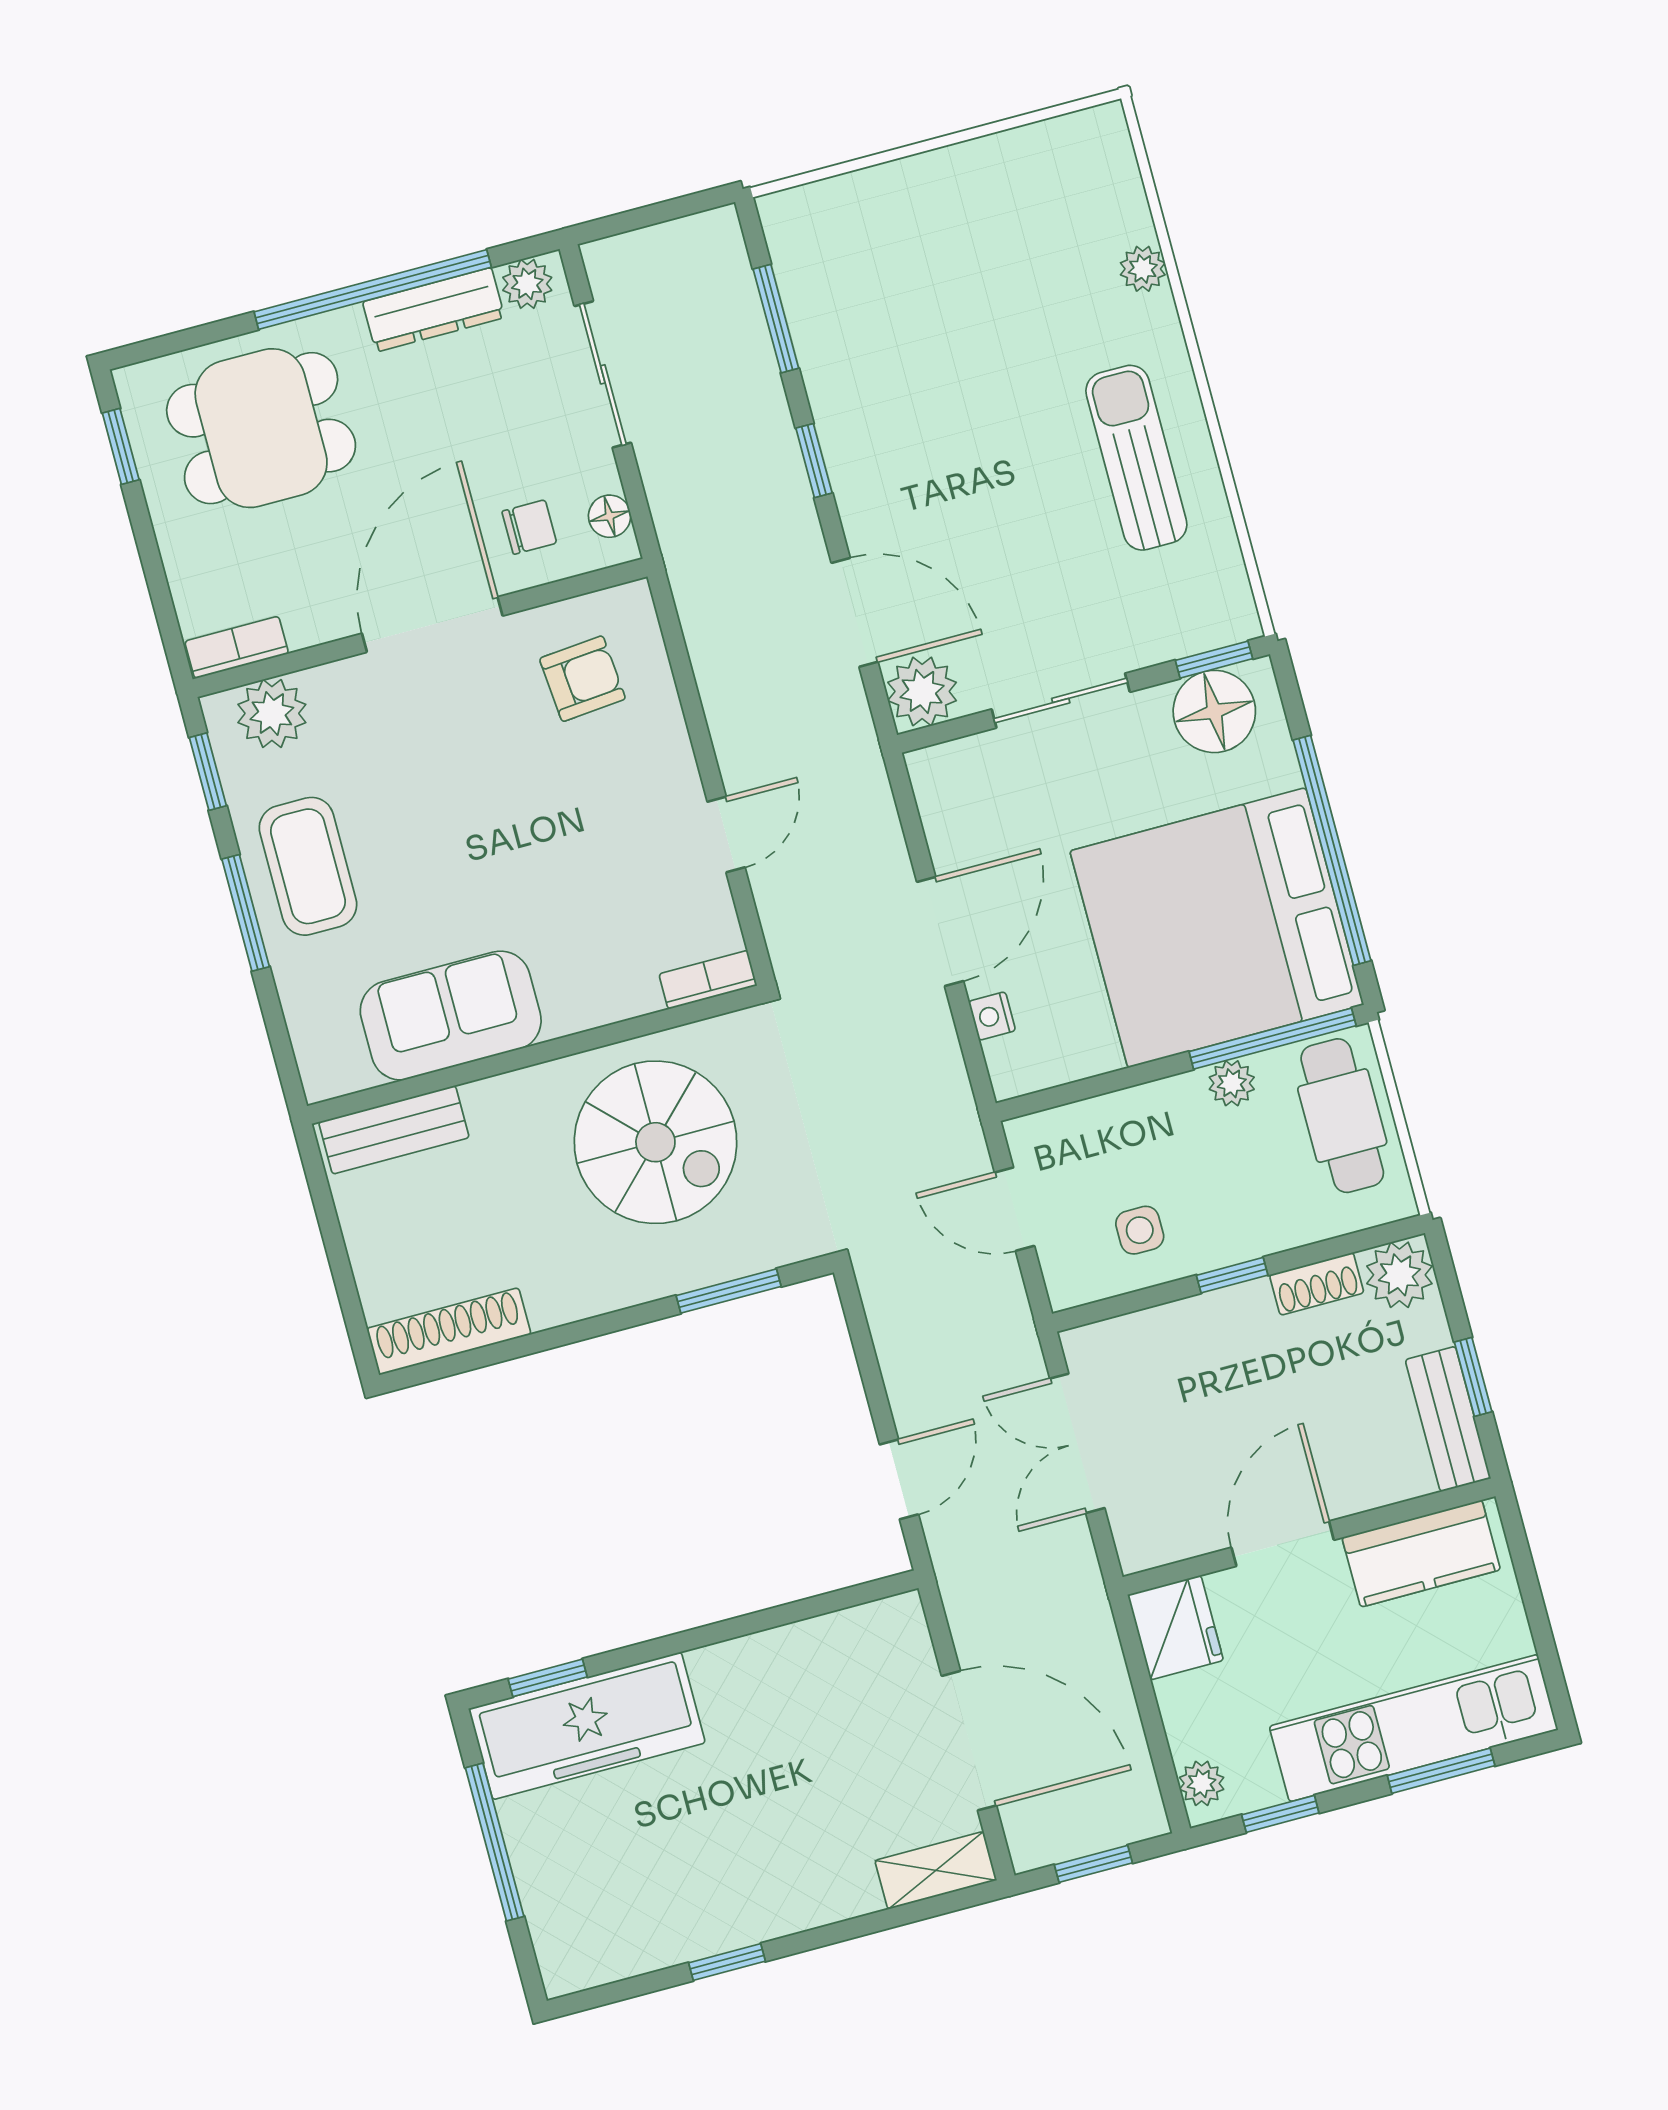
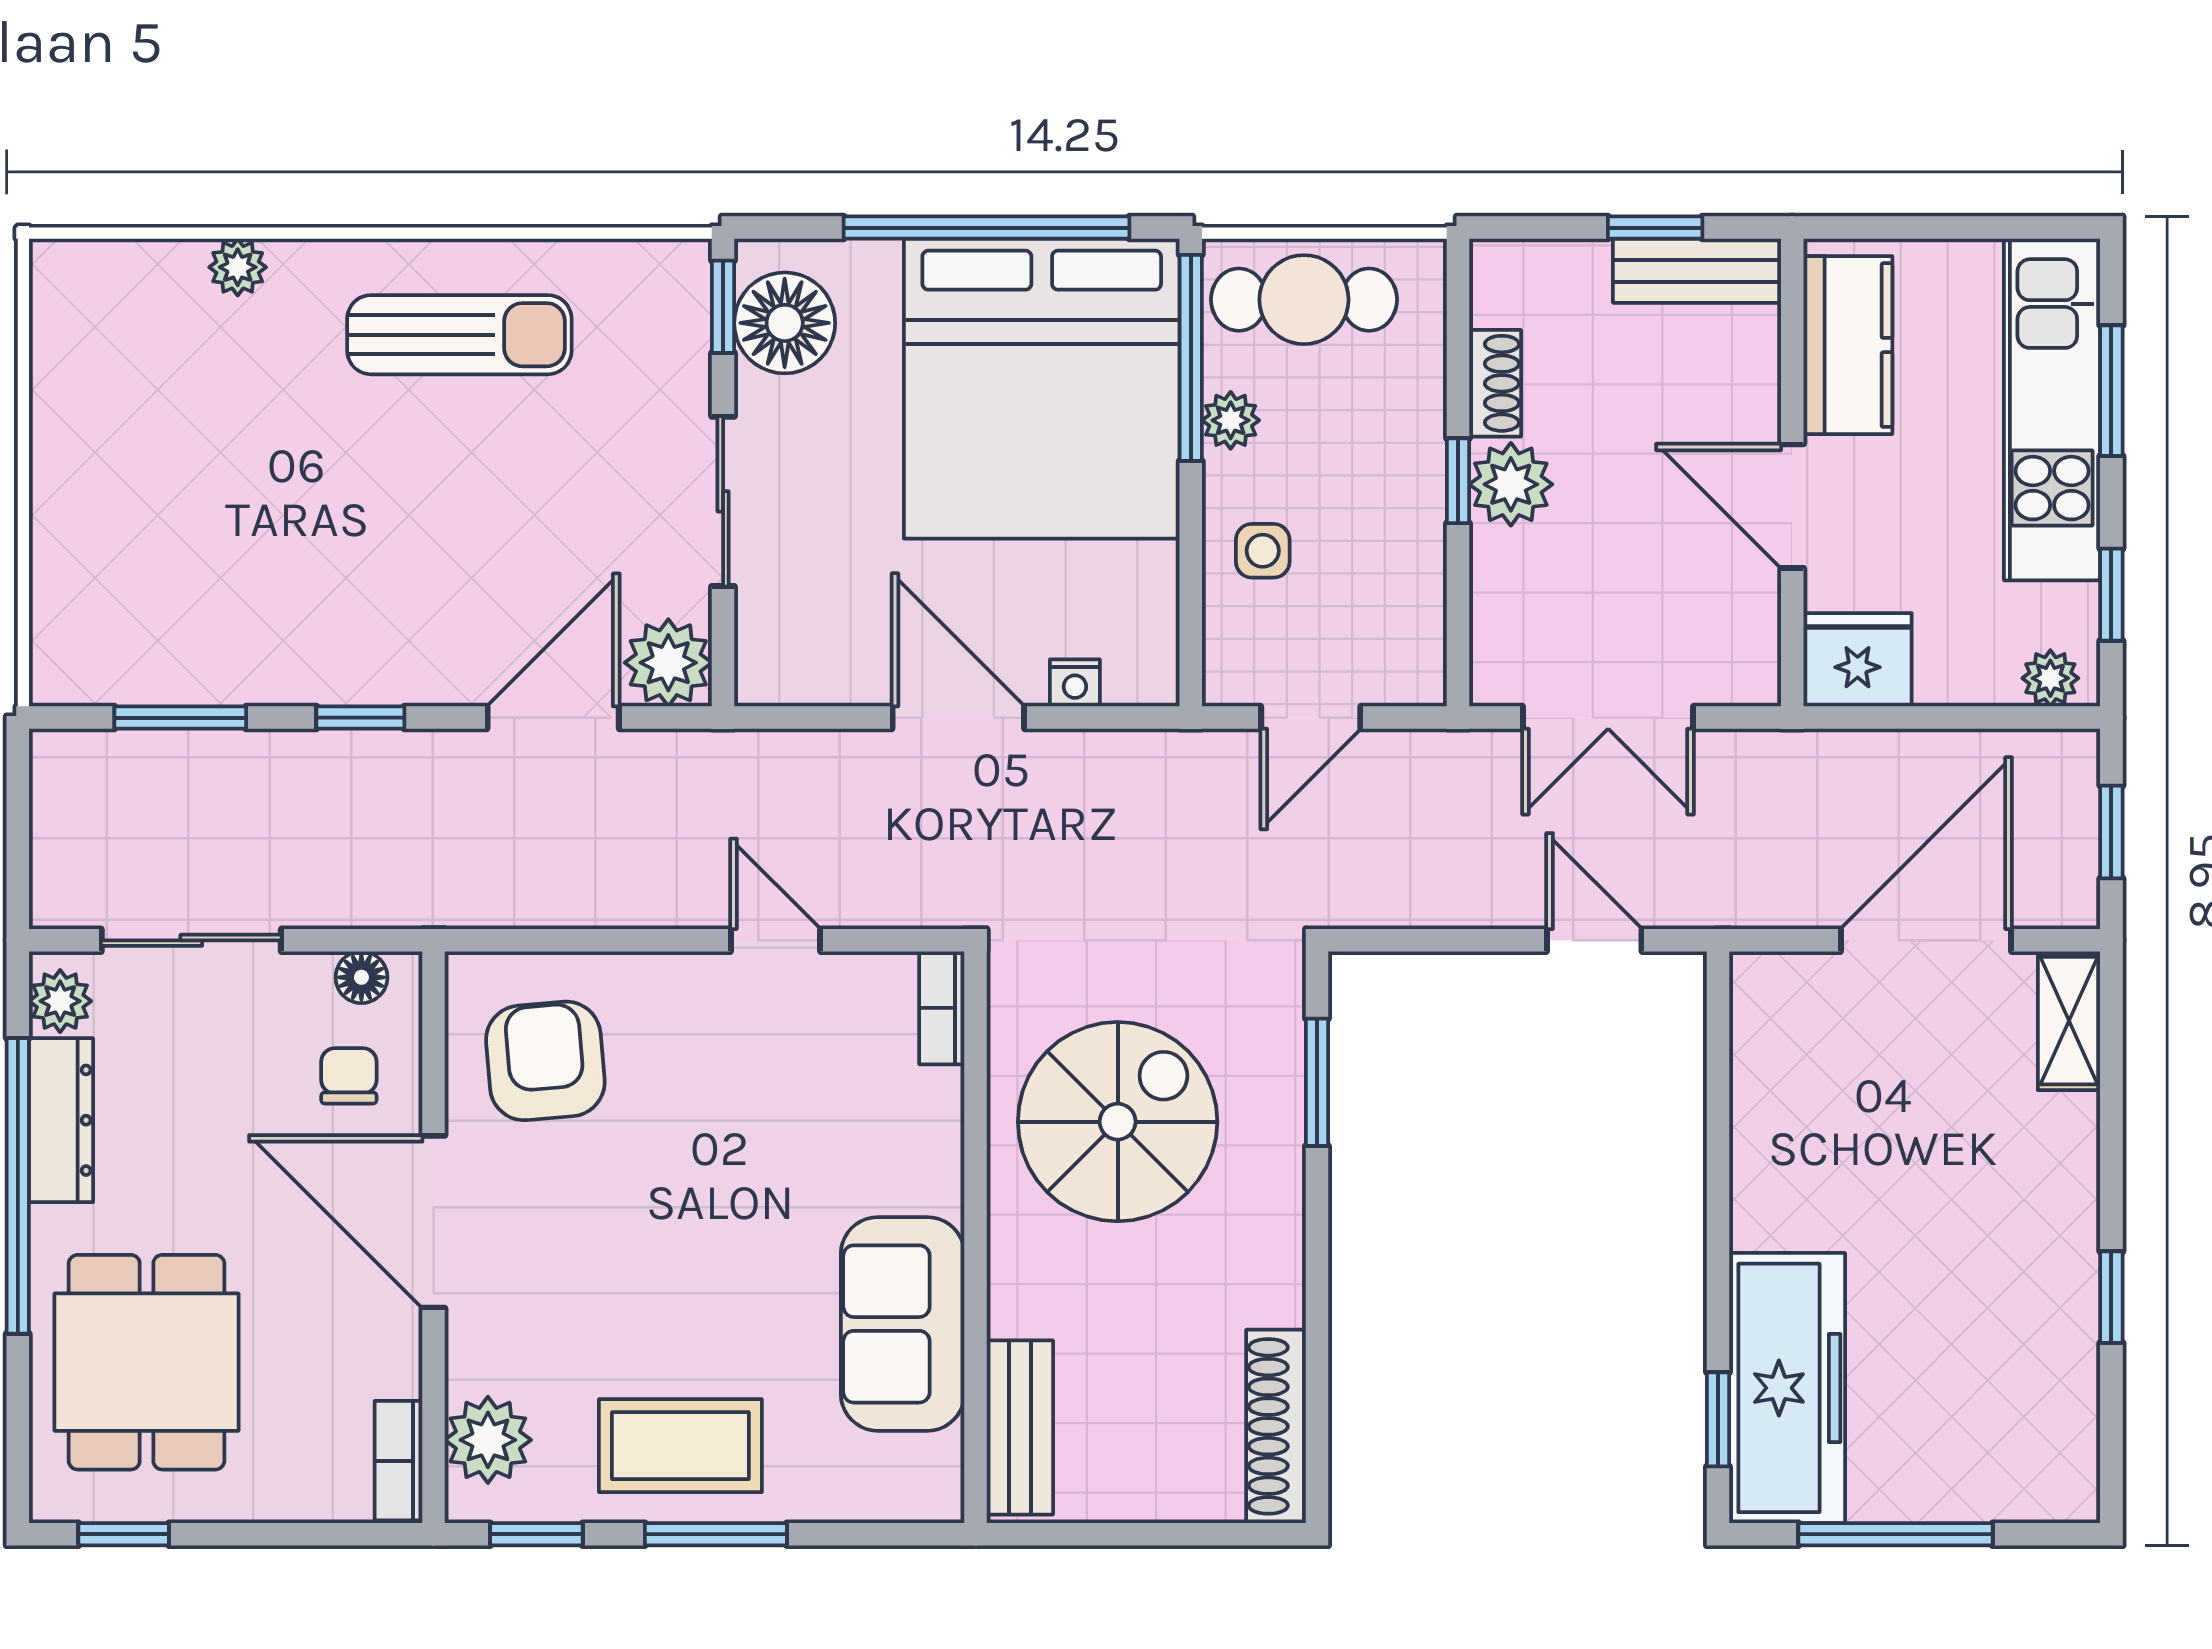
sun lounger: (1136, 458) -> (459, 335), turned 180
armchair: (582, 679) -> (545, 1061), width x1.38, depth x1.38
side table: (1140, 1230) -> (1263, 551), moved
plant: (1399, 1275) -> (1511, 484), moved

